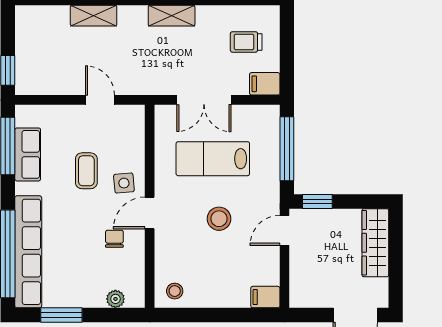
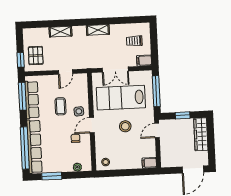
pallet: (40, 63) -> (36, 56), added
door: (100, 100) -> (65, 72), swing flipped
row of seats: (28, 154) -> (32, 100), width x1.48
lab bench: (213, 159) -> (121, 98), width x1.36, depth x1.39
window: (317, 202) -> (183, 115), moved

